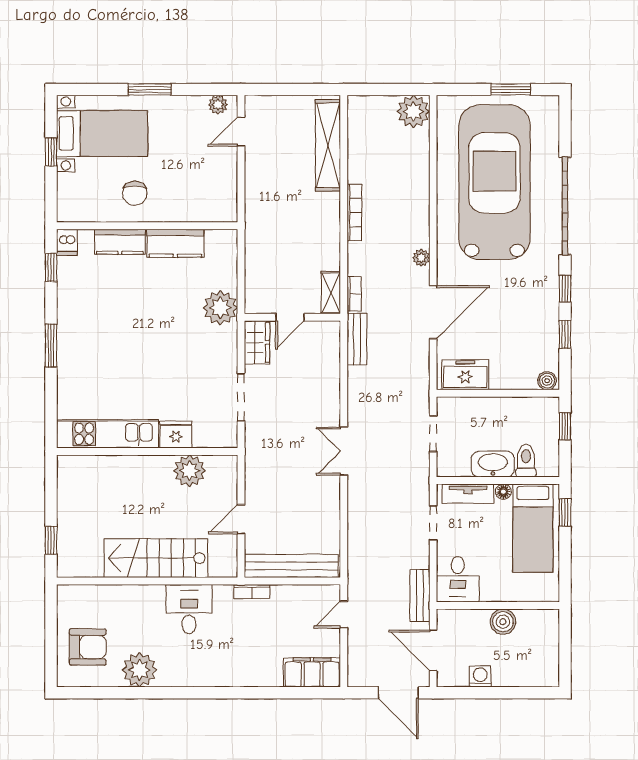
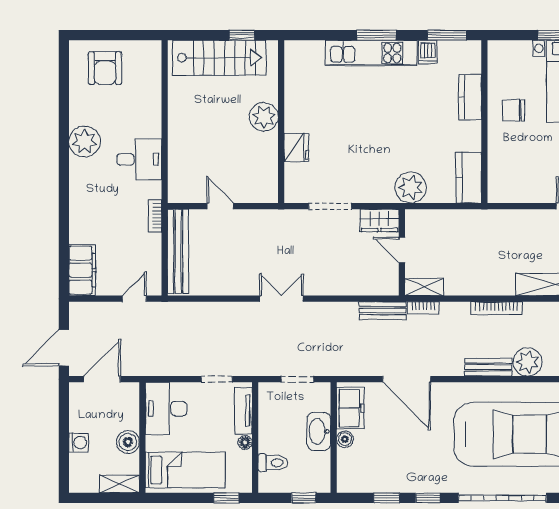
dishwasher: (67, 242) -> (428, 52), moved, turned -90
kitchen counter: (175, 243) -> (469, 178), moved
plant: (421, 258) -> (528, 362), moved, width x1.88, depth x1.88
window: (51, 267) -> (447, 35), width x1.50
boiler: (547, 381) -> (345, 439), moved
kitchen unit: (107, 434) -> (371, 53), moved, turned 90
washbasin: (493, 464) -> (319, 431), moved, turned 180
plant: (190, 471) -> (264, 117), moved
bed: (533, 528) -> (185, 470), moved, turned 180
window: (51, 540) -> (242, 35), moved
stairs: (156, 558) -> (219, 58), moved, turned 90
desk: (458, 579) -> (166, 408), width x1.37
bench: (420, 596) -> (488, 367), moved
door: (344, 615) -> (134, 299), hinge flipped
shelving: (549, 631) -> (119, 484), added
plant: (140, 670) -> (85, 142), moved
washing machine: (480, 676) -> (79, 442), moved

